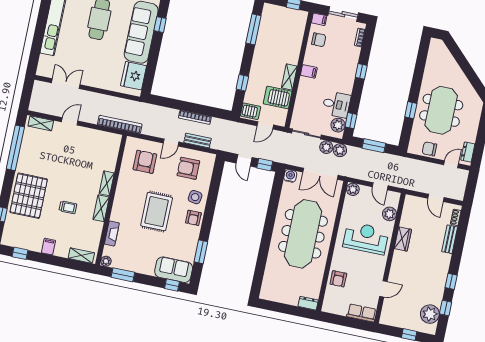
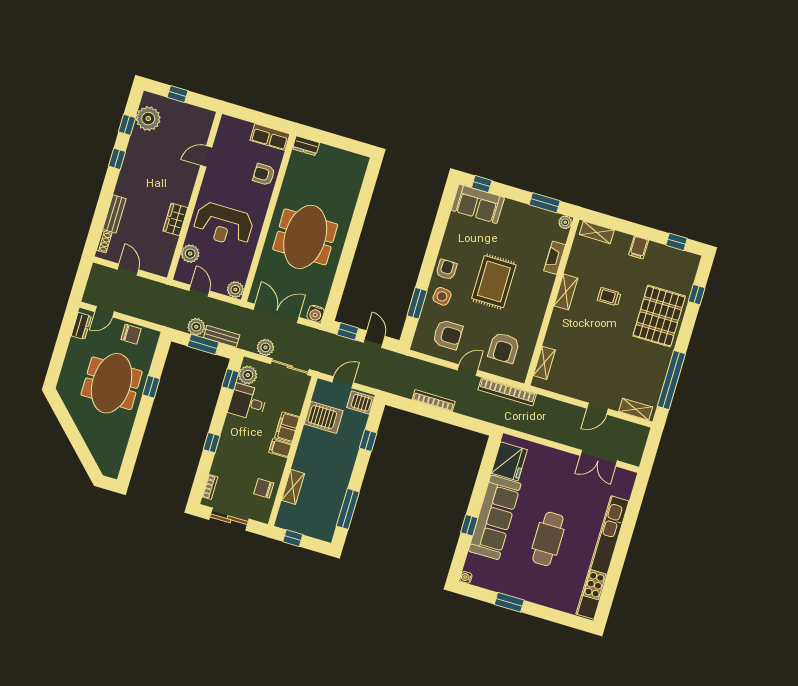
filing cabinet: (319, 19) -> (287, 427), moved, width x2.00
shelving: (289, 77) -> (293, 487), moved
bookcase: (120, 124) -> (507, 392), moved
bench: (198, 141) -> (222, 336), moved
plant: (340, 150) -> (196, 327), moved
shelving: (107, 183) -> (544, 363), moved
meeting table: (303, 234) -> (305, 237), width x0.73
window: (201, 252) -> (417, 303), moved
armchair: (338, 279) -> (264, 174), turned -90
row of seats: (362, 313) -> (270, 137), moved

